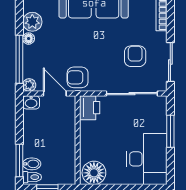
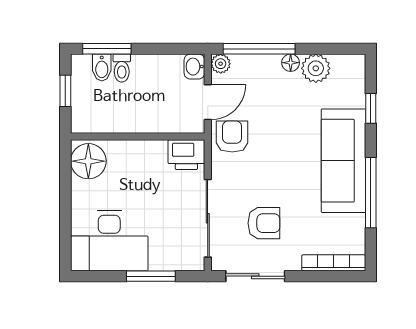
toilet: (32, 177) -> (122, 68), moved

